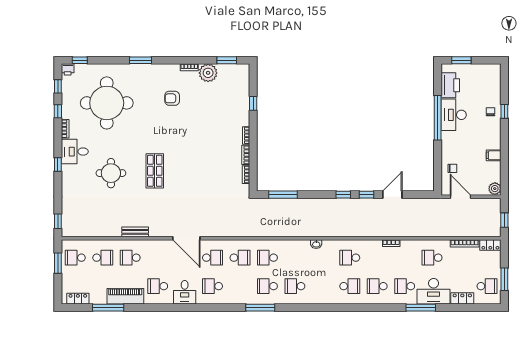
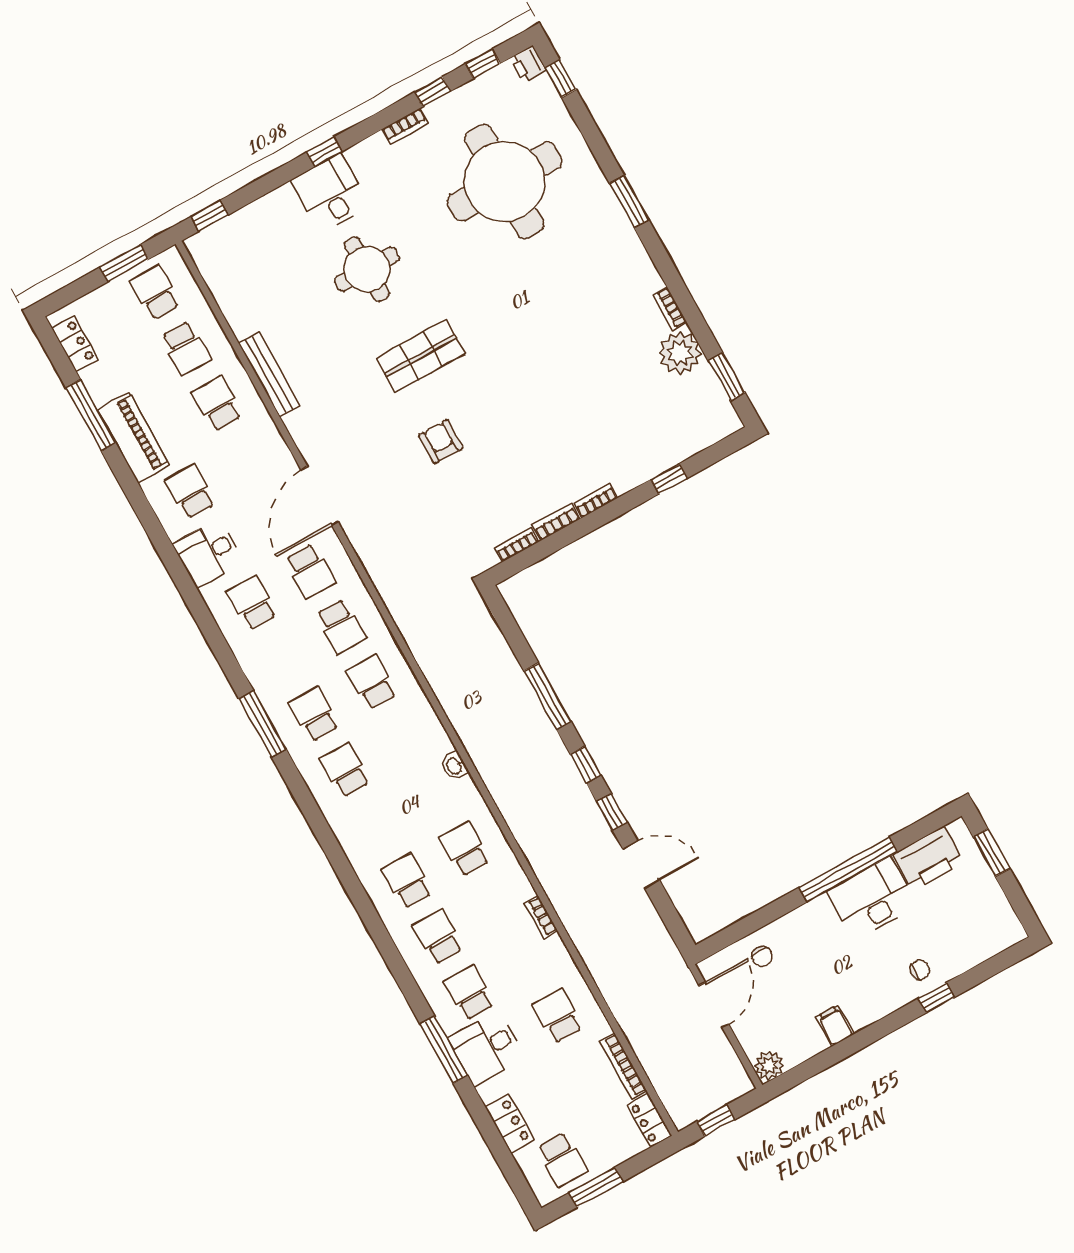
armchair: (172, 98) -> (441, 442), moved
desk: (75, 152) -> (330, 193), moved
window: (283, 195) -> (548, 696), moved
bench: (135, 232) -> (269, 375), width x1.36
school desk: (350, 286) -> (407, 881), turned 180
desk: (434, 291) -> (486, 1048), width x0.73

